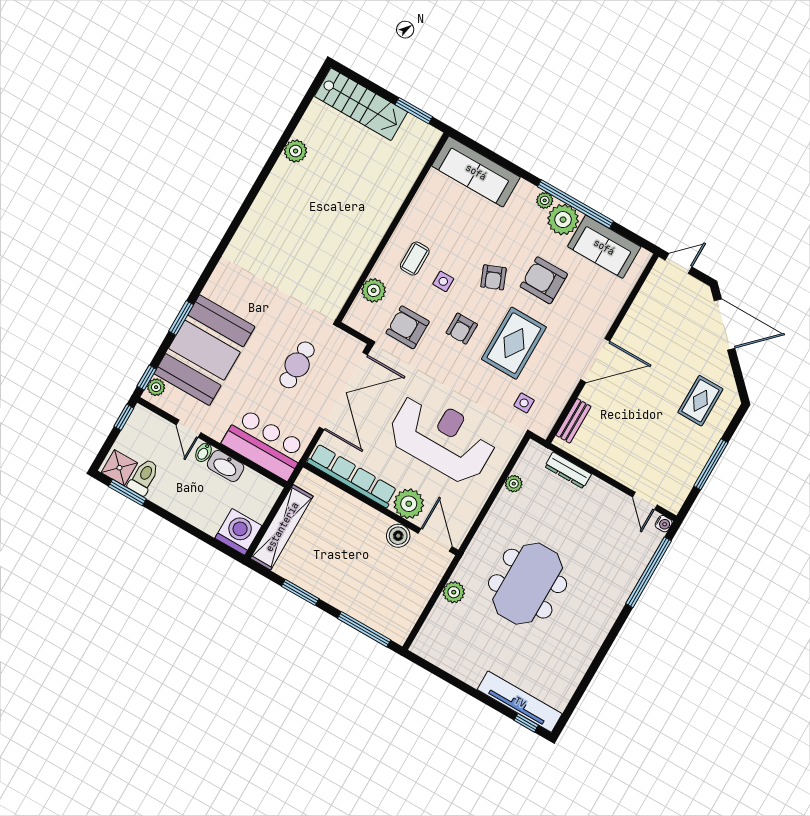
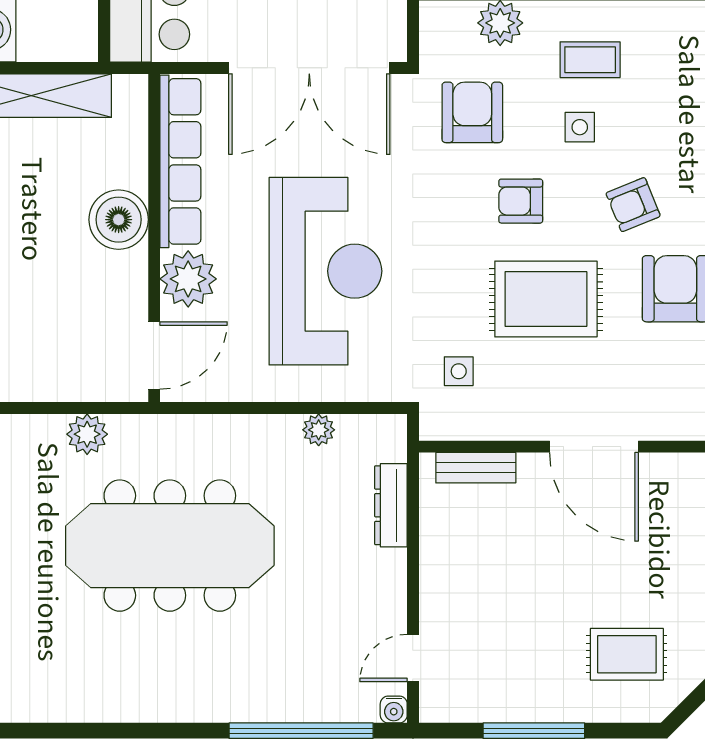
boiler: (398, 536) -> (119, 220), moved, width x1.37, depth x1.37
meeting table: (528, 584) -> (170, 546), width x1.36

